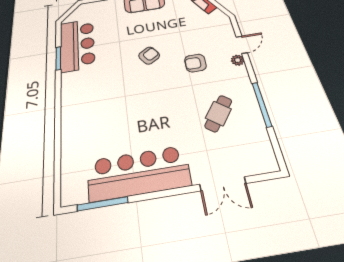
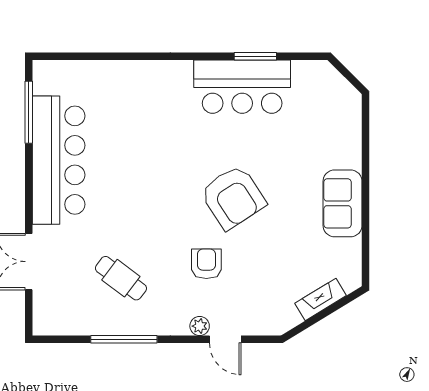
bar counter: (77, 45) -> (242, 87), moved
armchair: (149, 56) -> (233, 197), width x1.88, depth x1.88

